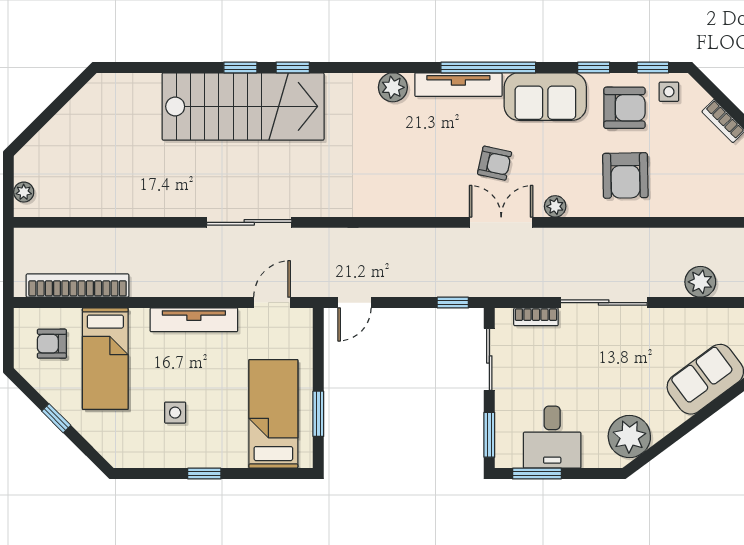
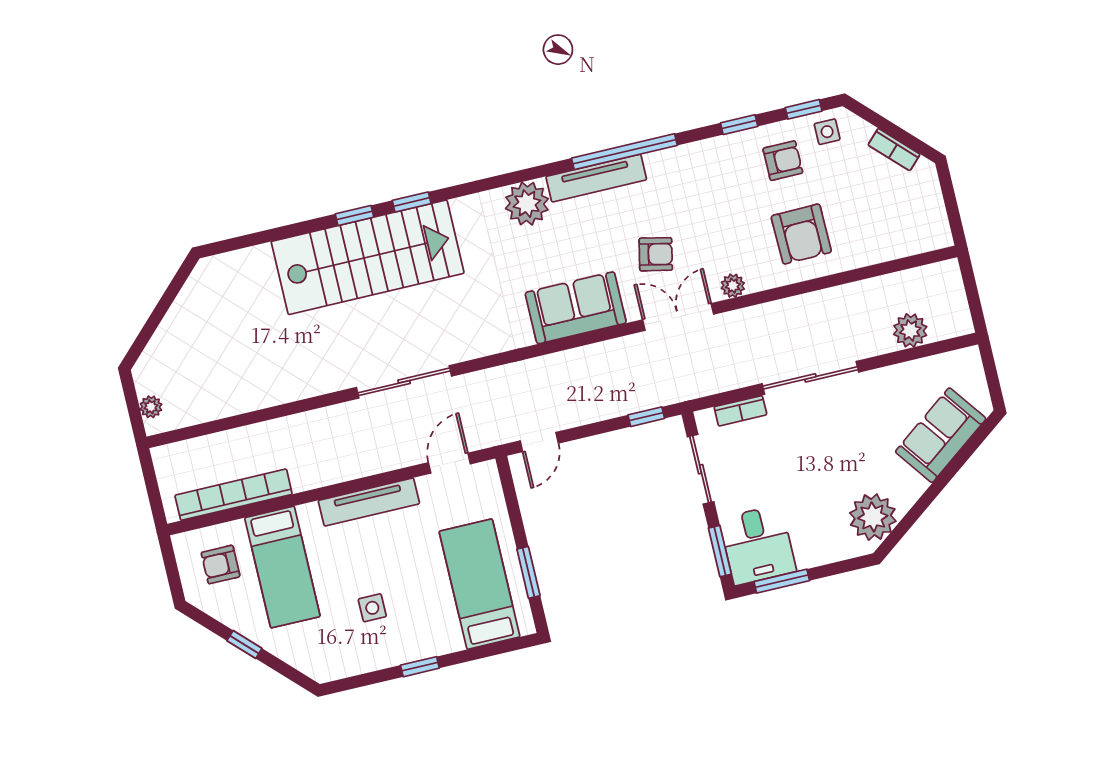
plant: (393, 87) -> (527, 204), width x1.36, depth x1.36
sofa: (545, 97) -> (576, 308), moved, turned 180
armchair: (624, 108) -> (783, 161), width x0.72, depth x0.72
desk: (552, 437) -> (758, 545), moved

